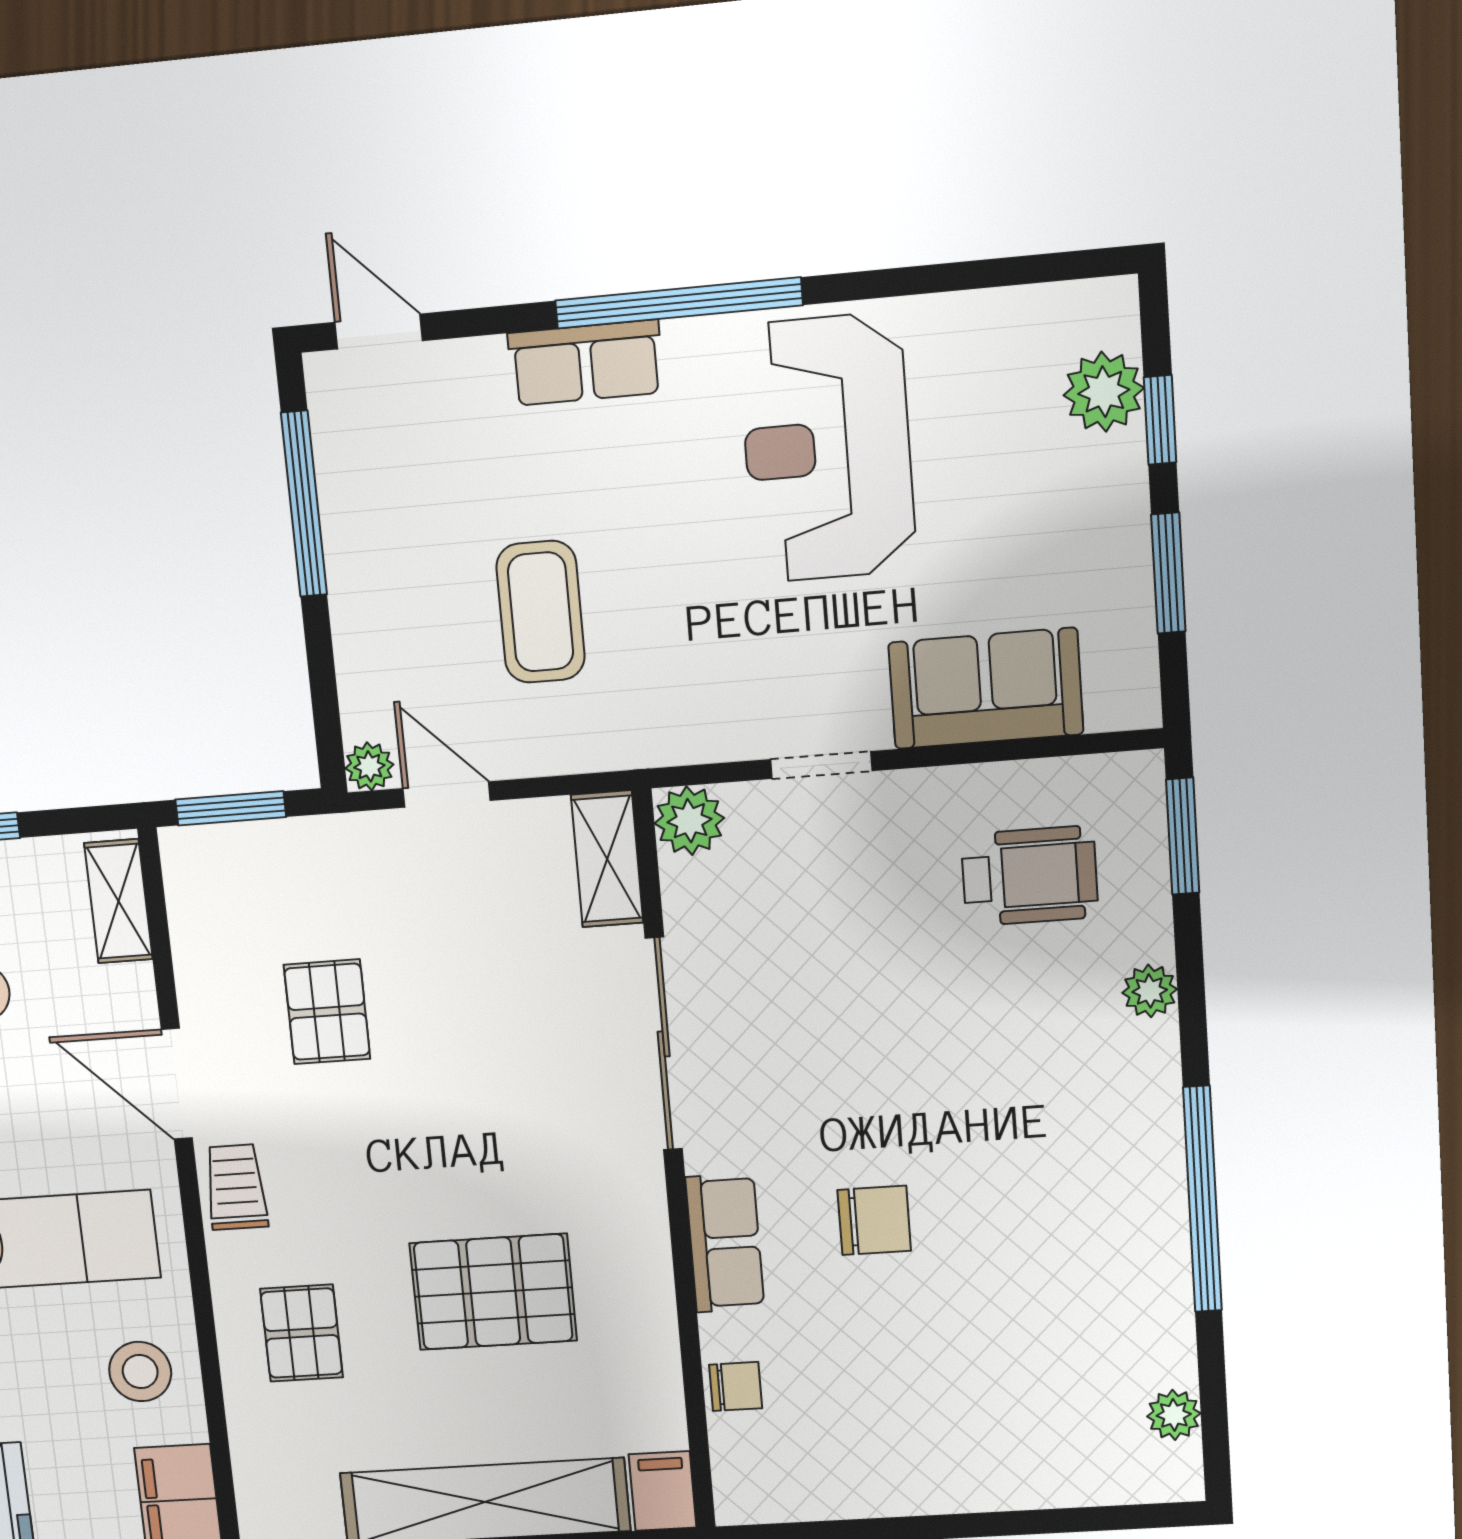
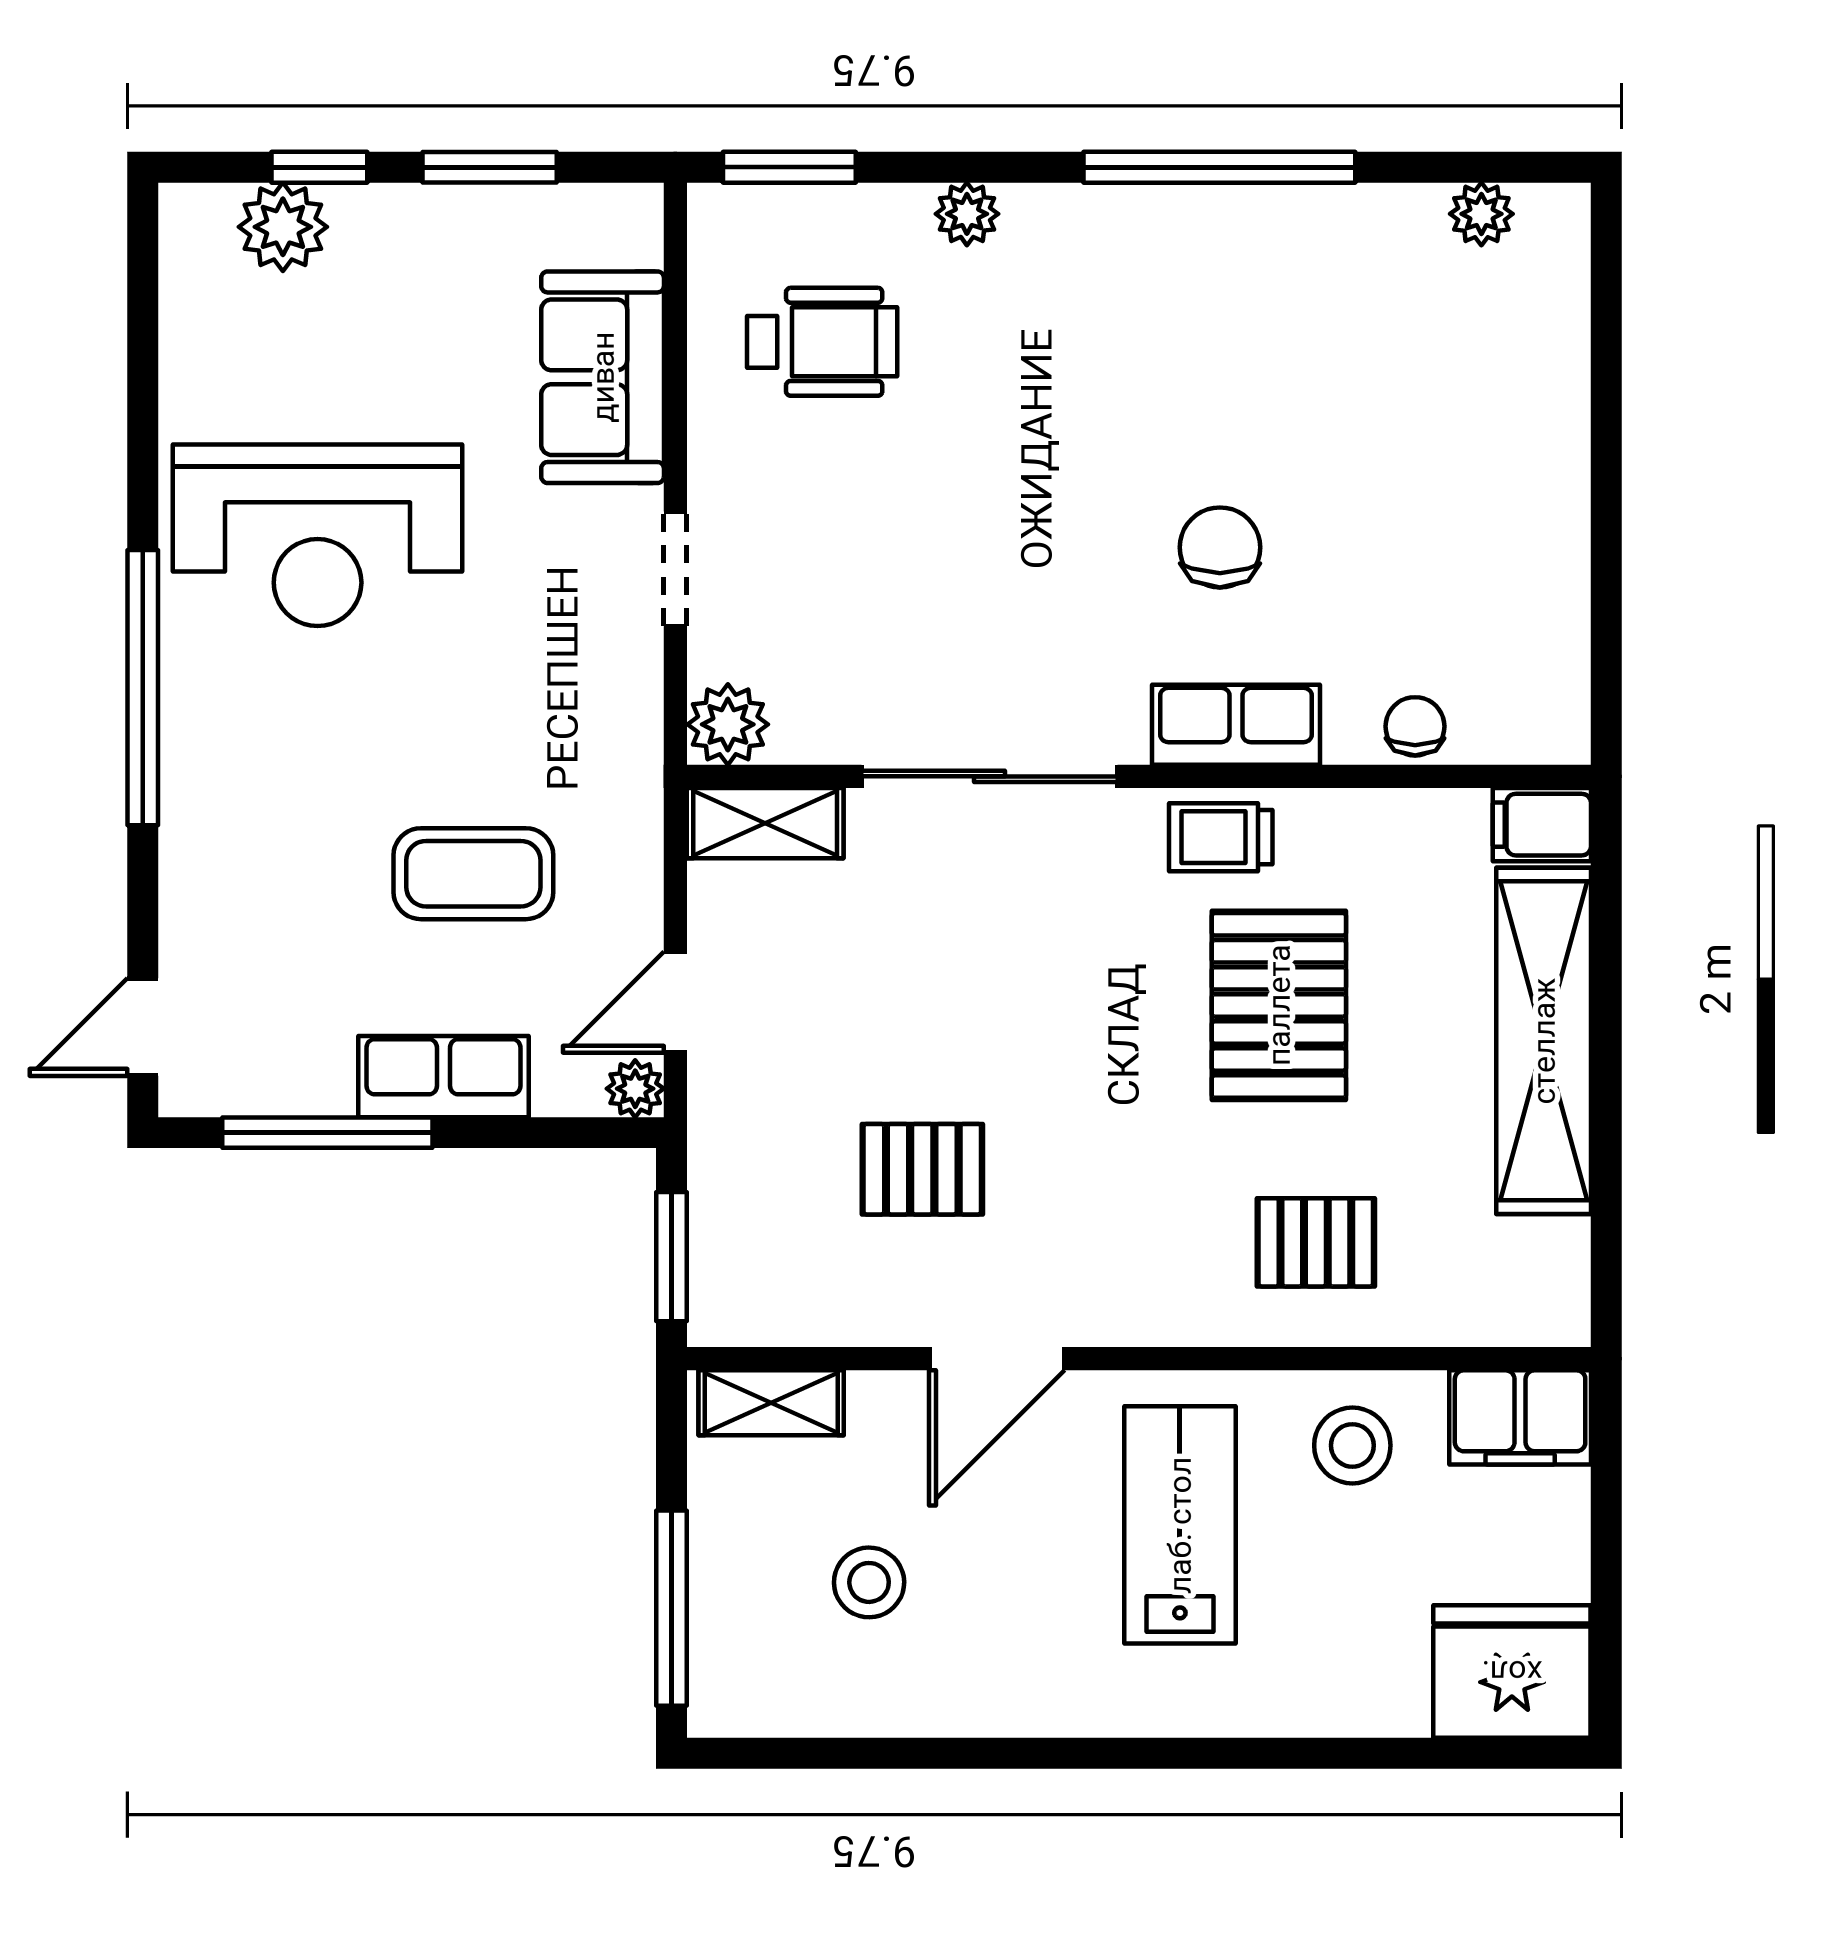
row of seats: (586, 363) -> (443, 1077), moved, turned -90
wheelchair: (1030, 876) -> (822, 342), turned 90
trolley: (236, 1187) -> (1221, 837), moved

